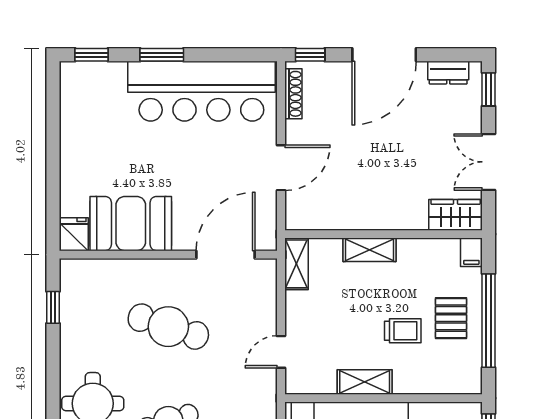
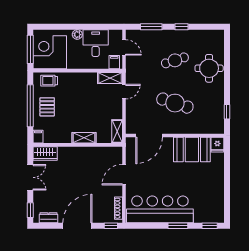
trolley: (403, 331) -> (49, 81), moved
shelving: (365, 382) -> (110, 78), moved

